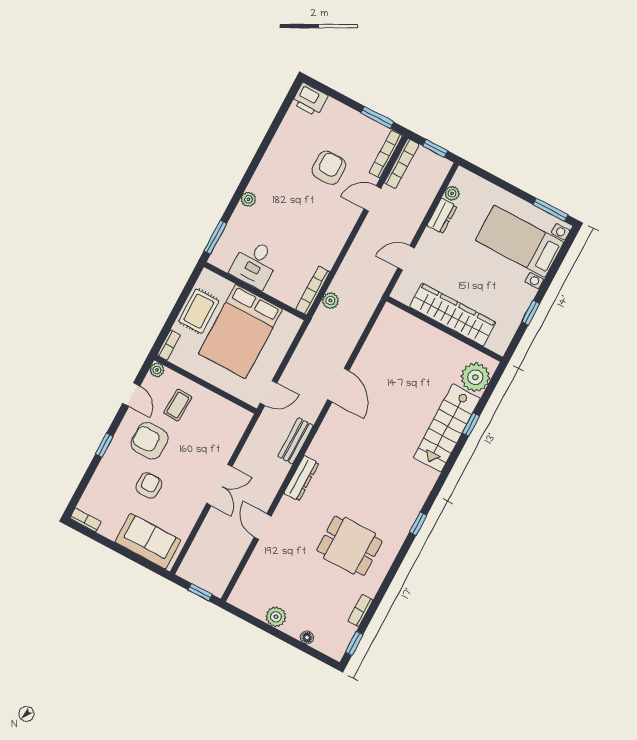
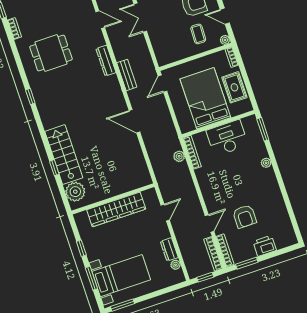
printer: (310, 99) -> (265, 246), moved
desk: (255, 264) -> (227, 138), width x1.37
window: (553, 271) -> (91, 278), added

